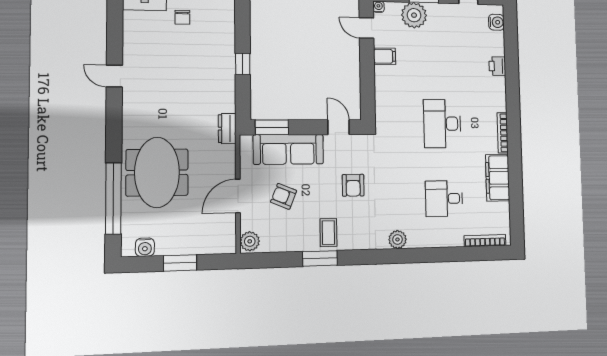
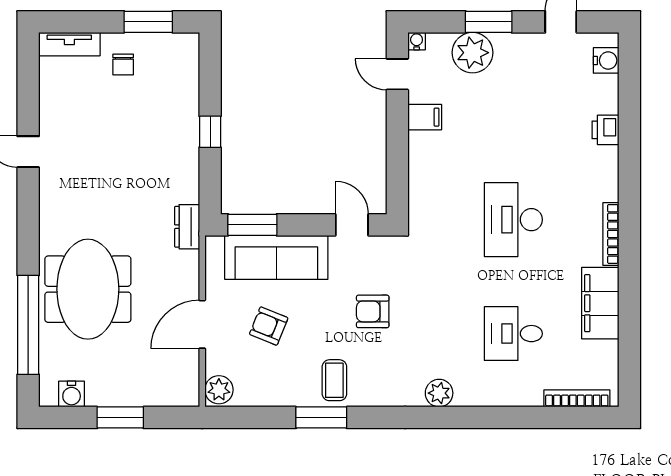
armchair: (353, 185) -> (373, 311), turned 90

